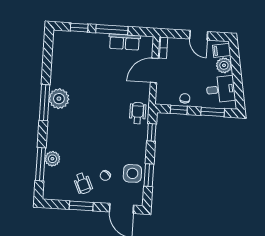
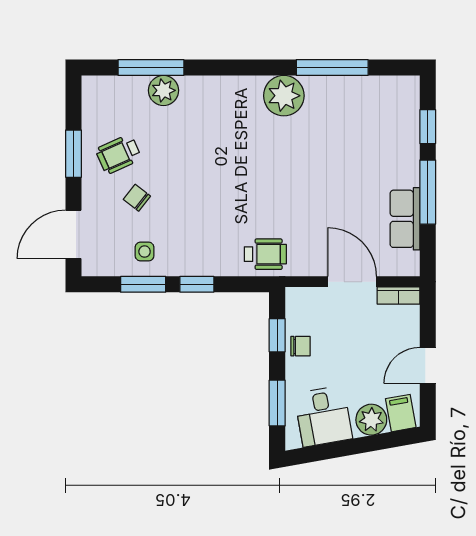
window: (44, 103) -> (332, 67), moved
window: (152, 132) -> (197, 284), moved
side table: (132, 173) -> (145, 252), width x0.54, depth x0.54

